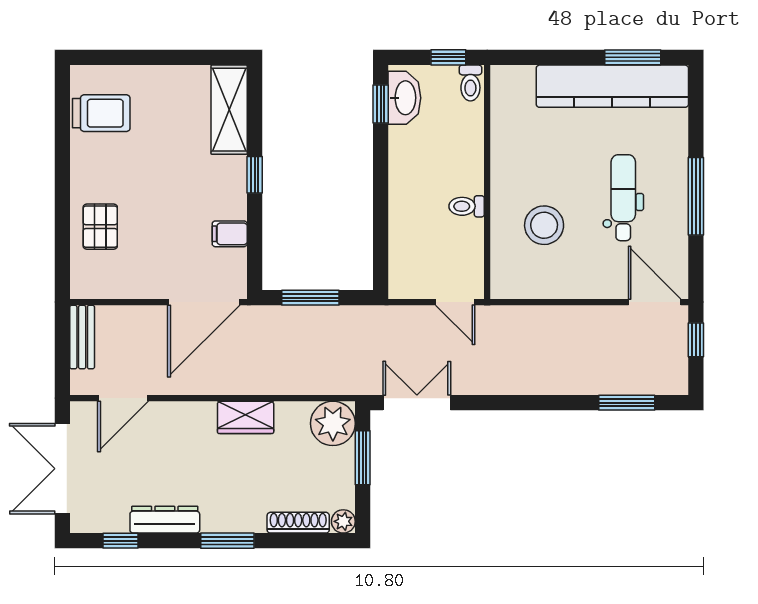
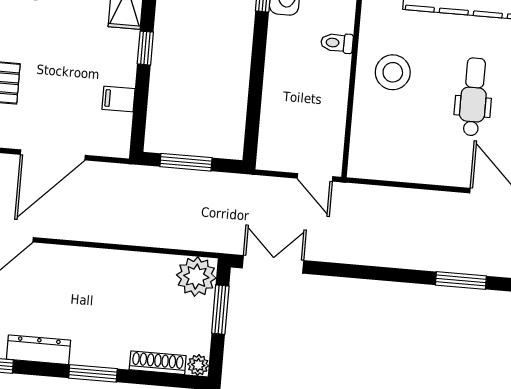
toilet: (467, 206) -> (337, 43), moved
stool: (544, 225) -> (393, 72), moved
door: (204, 302) -> (53, 155), moved
wardrobe: (246, 417) -> (119, 264), removed

